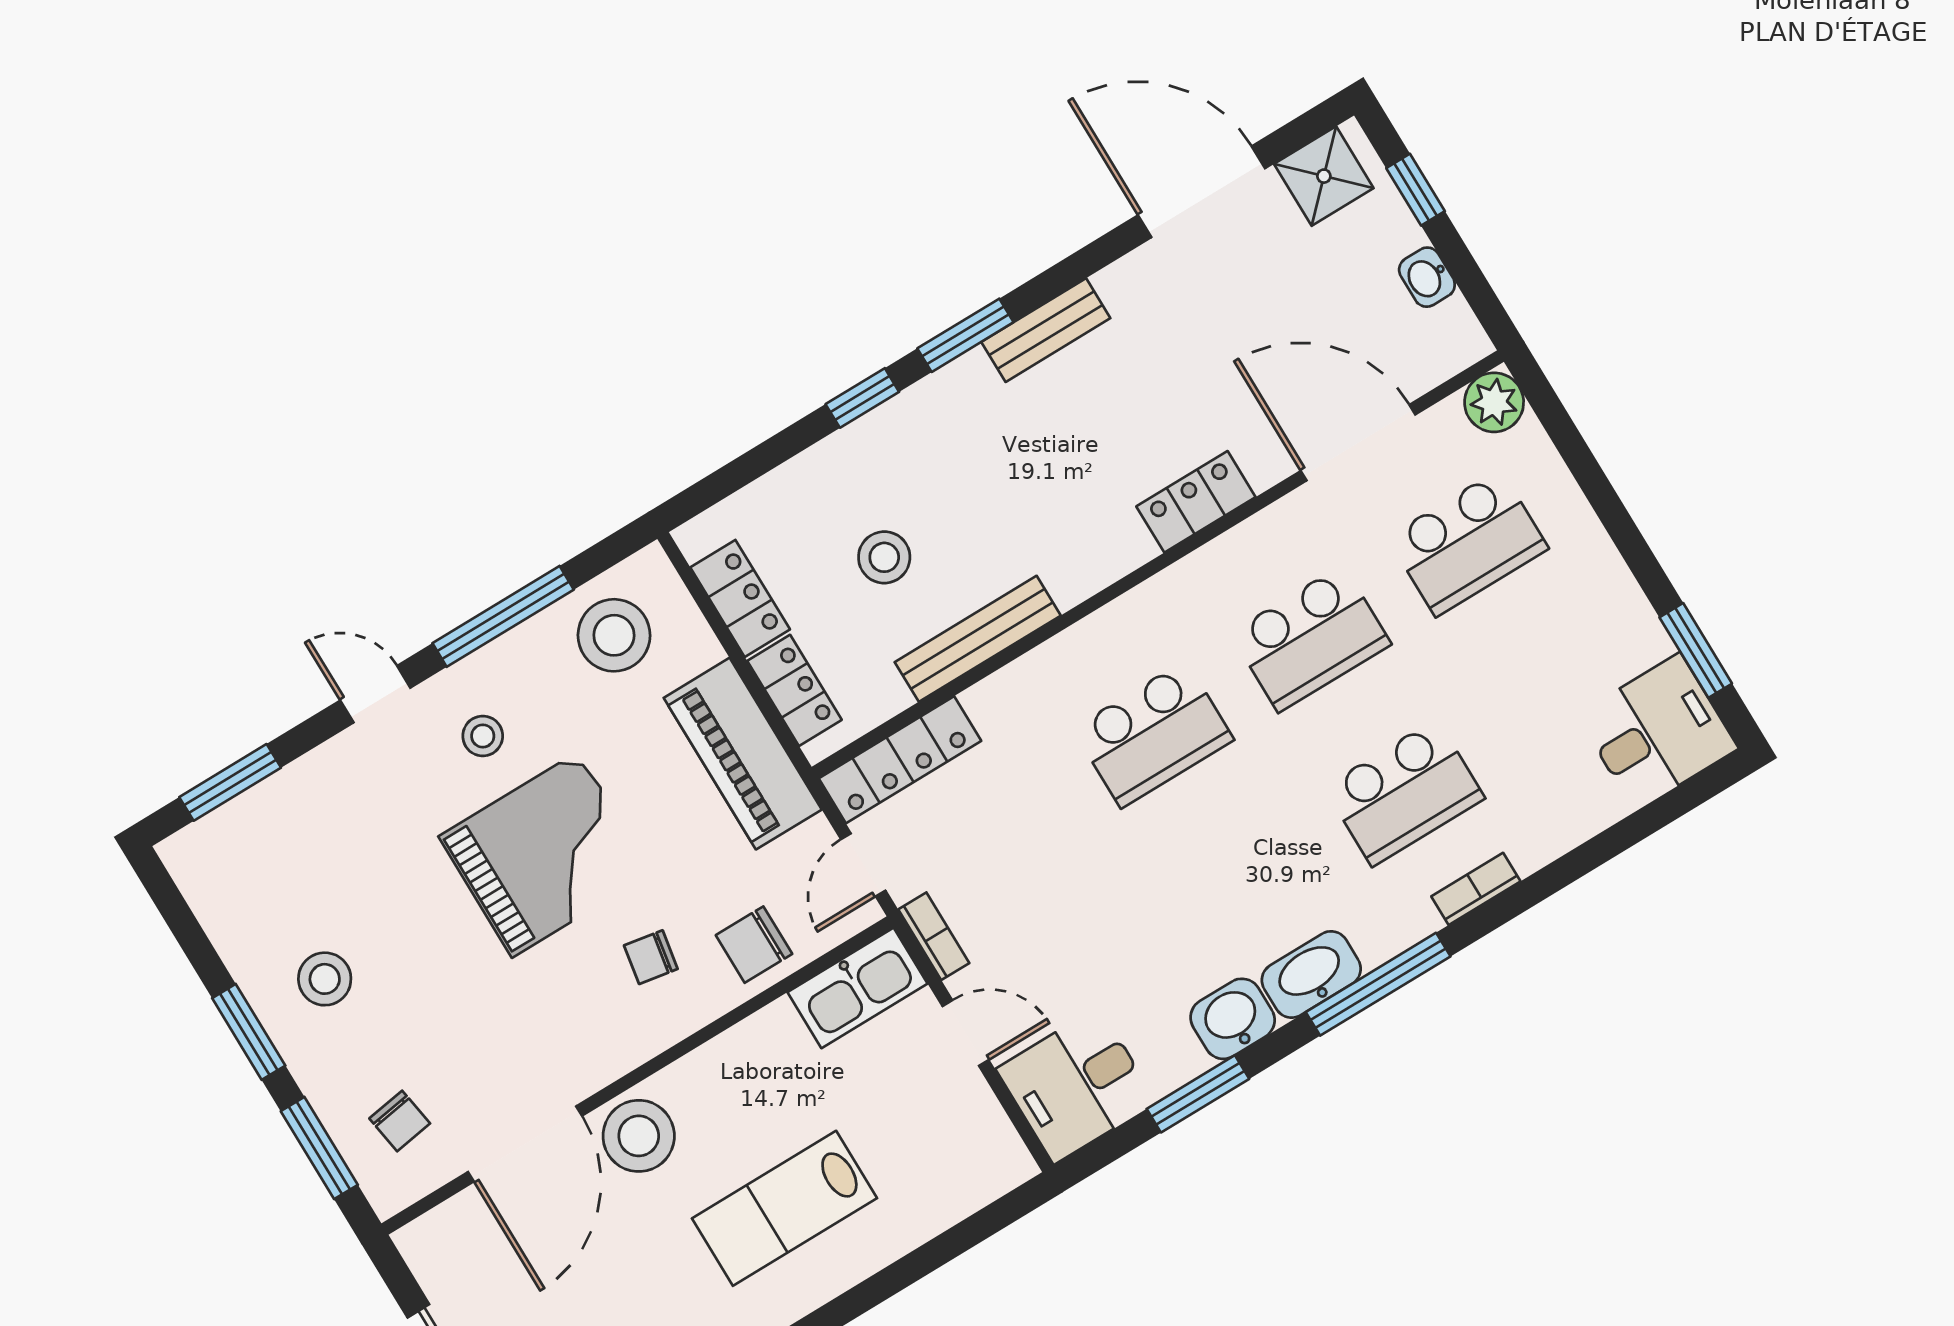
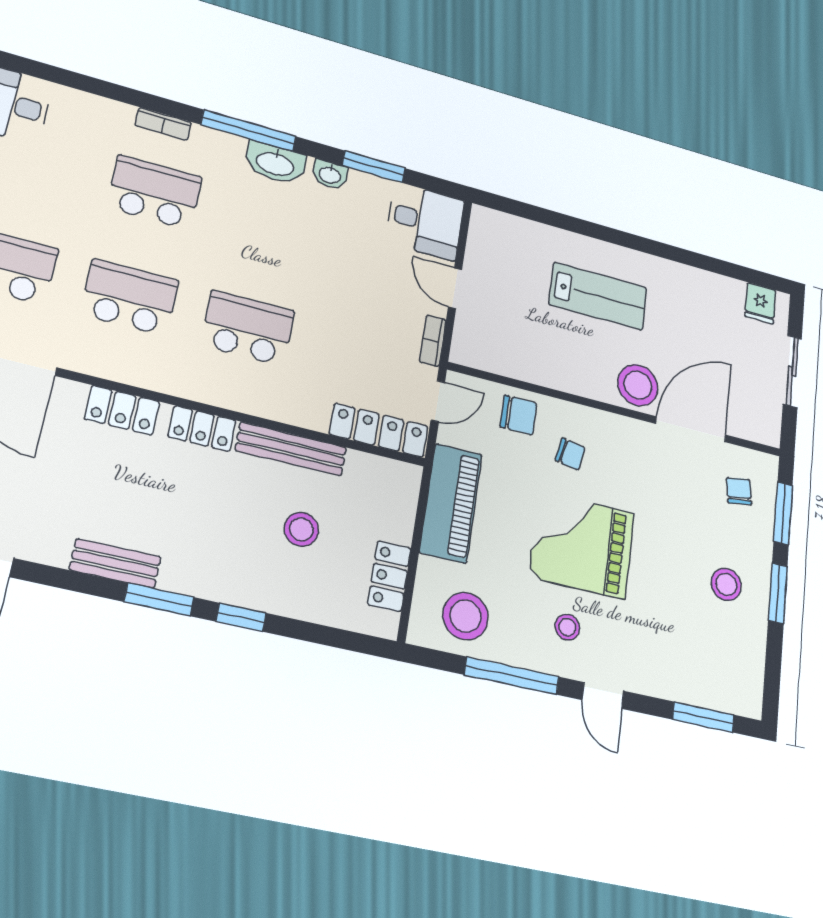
locker: (794, 690) -> (202, 429), moved, turned -90
kitchen sink: (857, 988) -> (487, 352), removed
washbasin: (1233, 1019) -> (330, 175), width x0.72, depth x0.69

